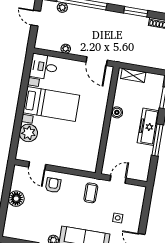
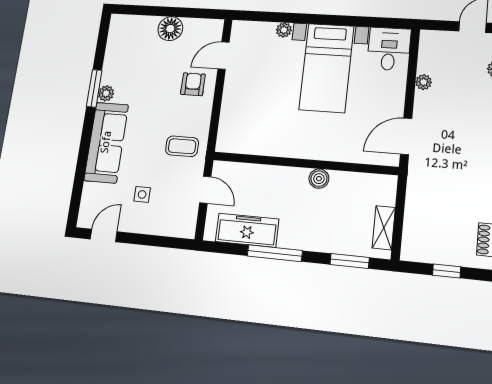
shelving: (133, 75) -> (384, 228), moved
freezer: (148, 127) -> (247, 230), moved
plant: (28, 133) -> (284, 30), width x0.53, depth x0.53
armchair: (53, 185) -> (193, 84), turned -90

